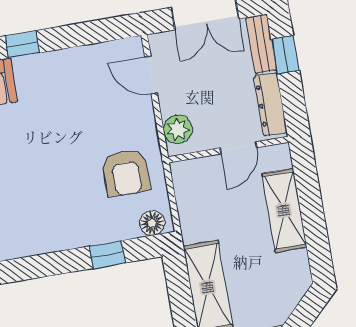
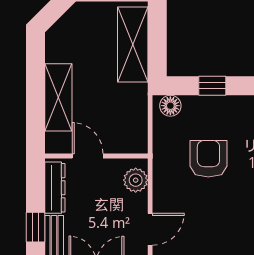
door: (151, 75) -> (150, 229), hinge flipped
door: (238, 148) -> (88, 156), hinge flipped
armchair: (126, 173) -> (208, 159), moved

